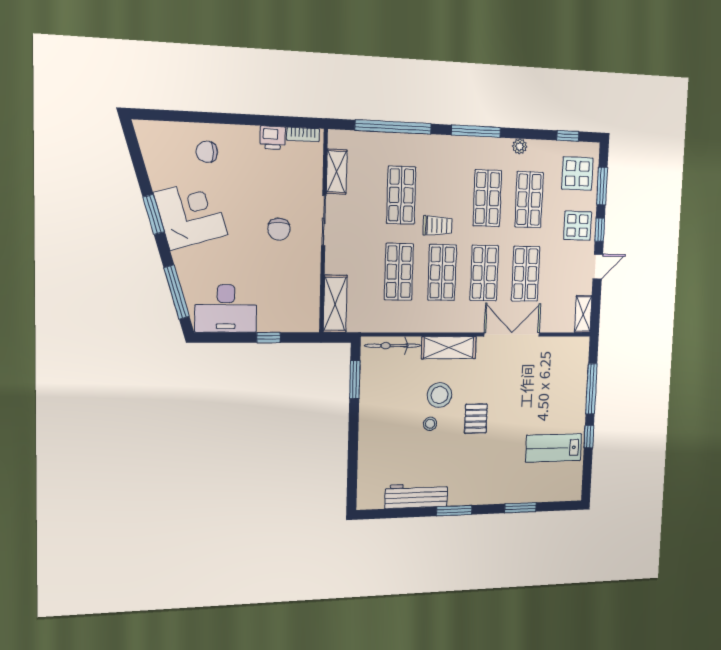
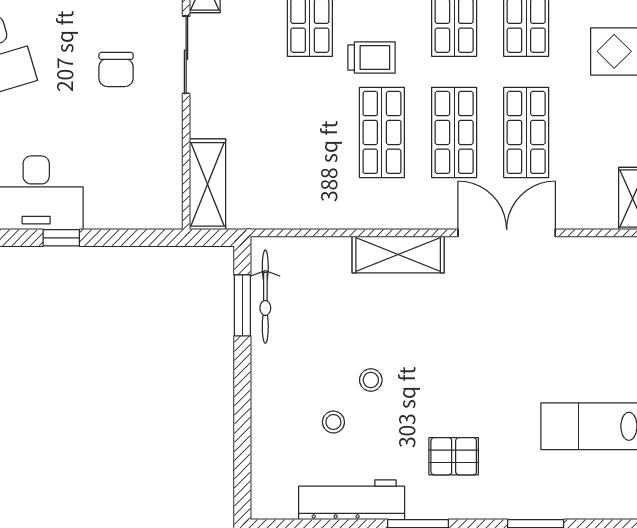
shop shelf: (399, 272) -> (310, 132), removed
window: (269, 338) -> (61, 238), moved
bicycle: (392, 346) -> (265, 297), moved, turned -90
stool: (439, 395) -> (333, 422), moved, width x0.53, depth x0.53
pallet: (476, 419) -> (454, 456), moved, turned 90

